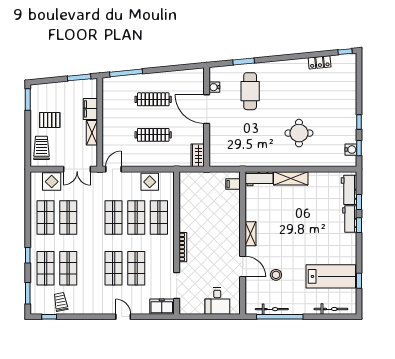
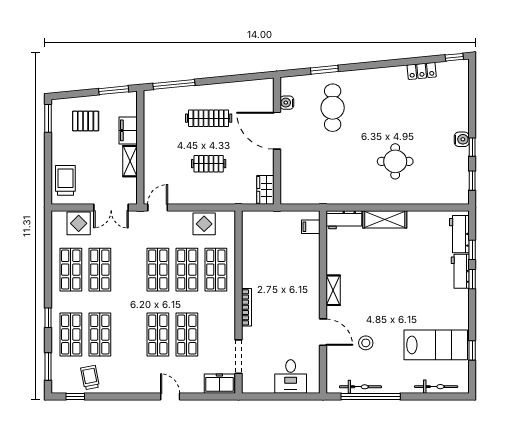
pallet: (50, 120) -> (86, 121), moved
clothes rail: (153, 135) -> (209, 164), width x0.73
water cooler: (351, 150) -> (462, 139), moved

